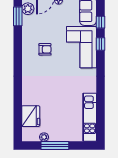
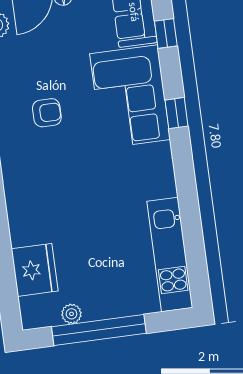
window: (101, 44) -> (176, 113), moved
window: (55, 146) -> (99, 330), width x1.46

